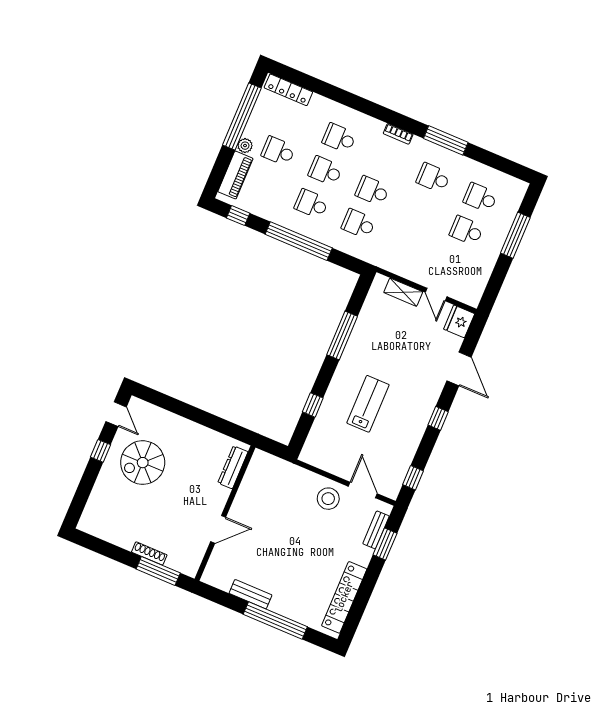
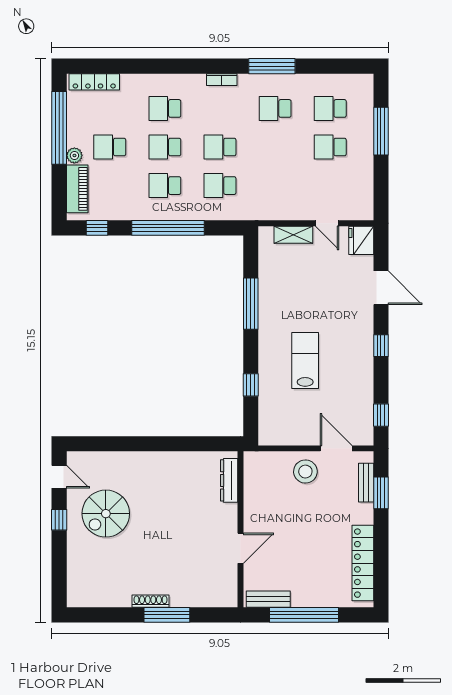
dresser: (233, 467) -> (229, 480), moved
wall: (225, 513) -> (240, 529), moved
door: (218, 529) -> (240, 548), moved

